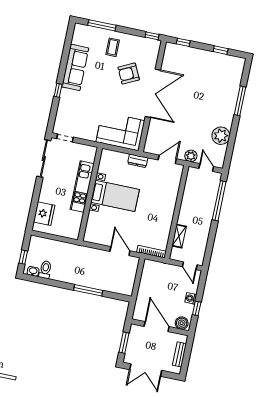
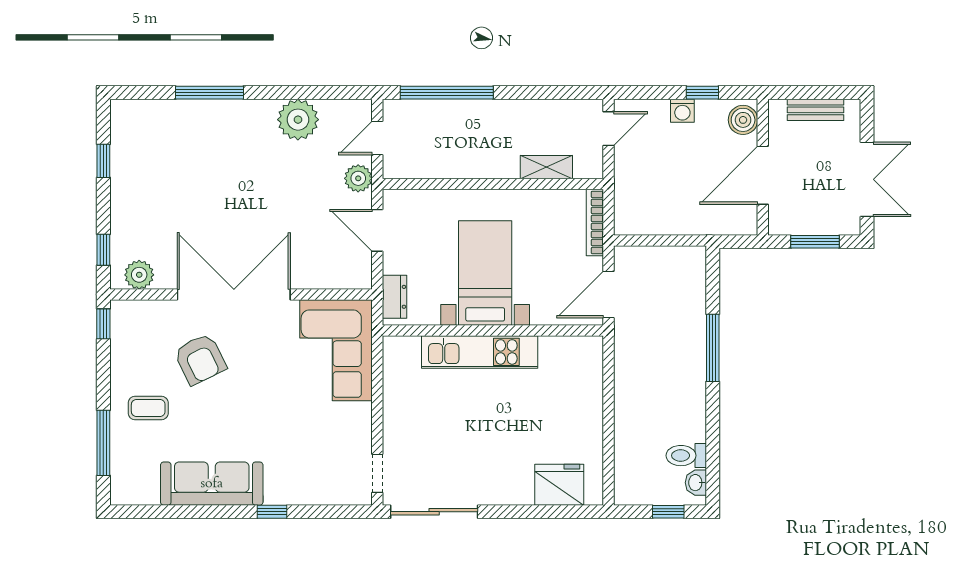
plant: (170, 55) -> (139, 275), added
kitchen unit: (82, 187) -> (480, 352), moved
wall: (90, 194) -> (493, 330), moved
bed with nightstands: (115, 196) -> (485, 273), moved

